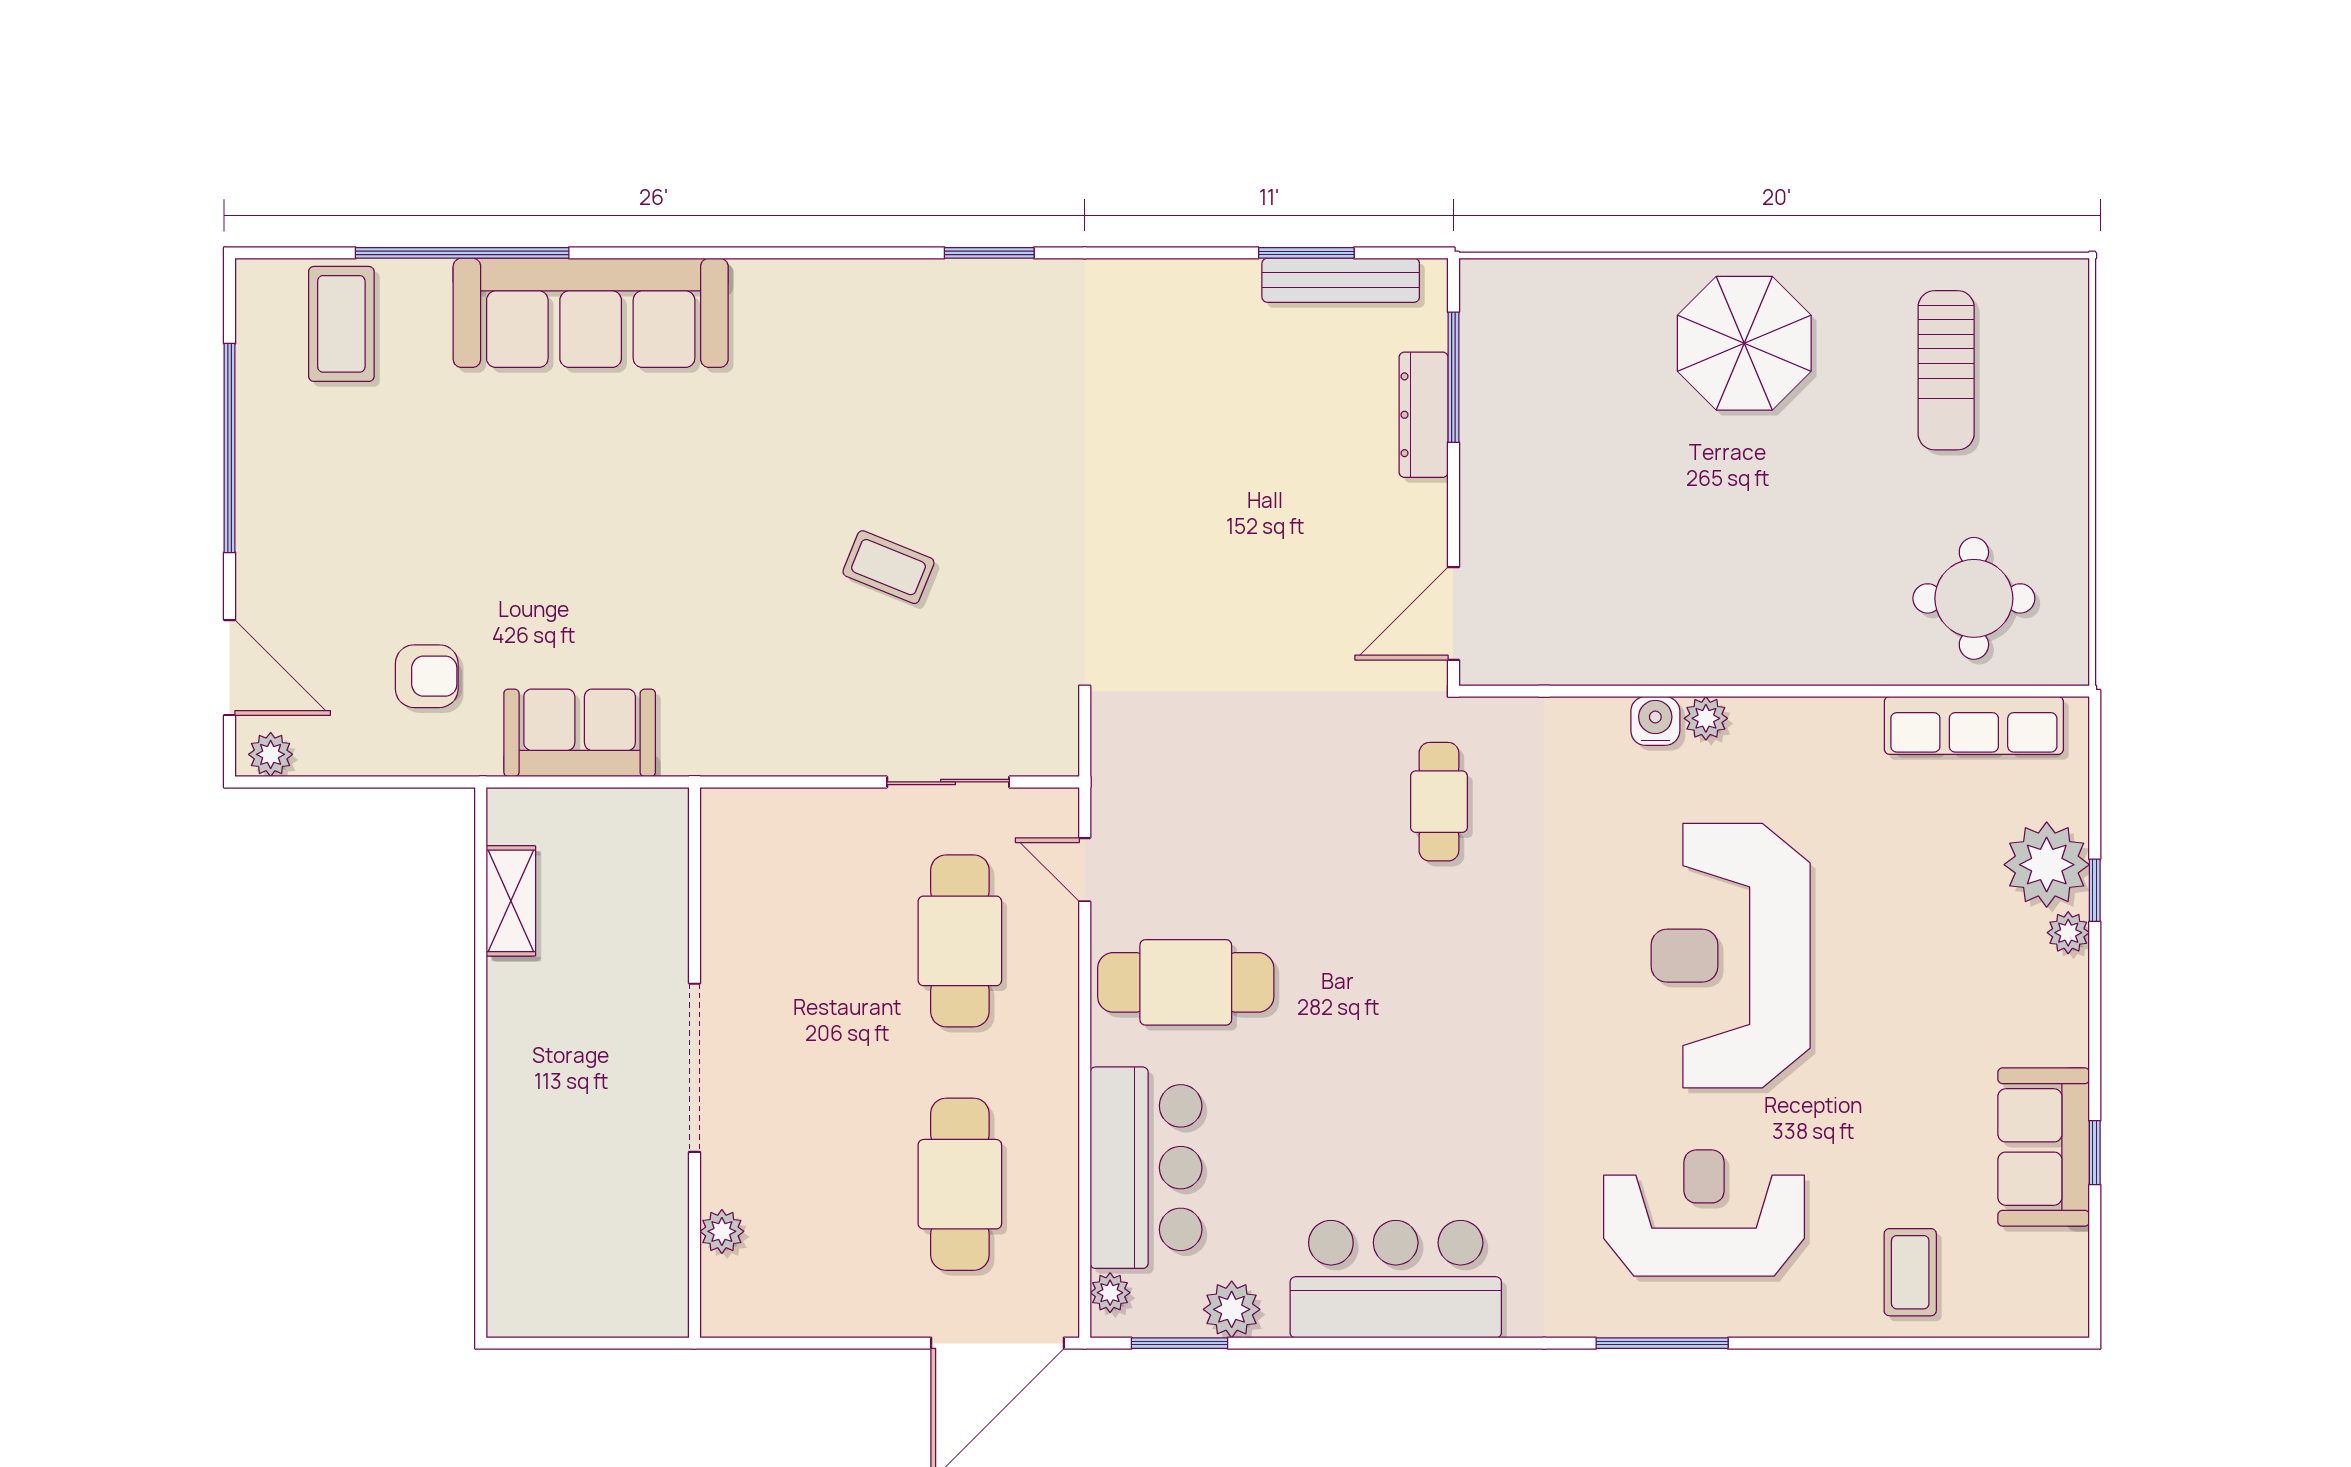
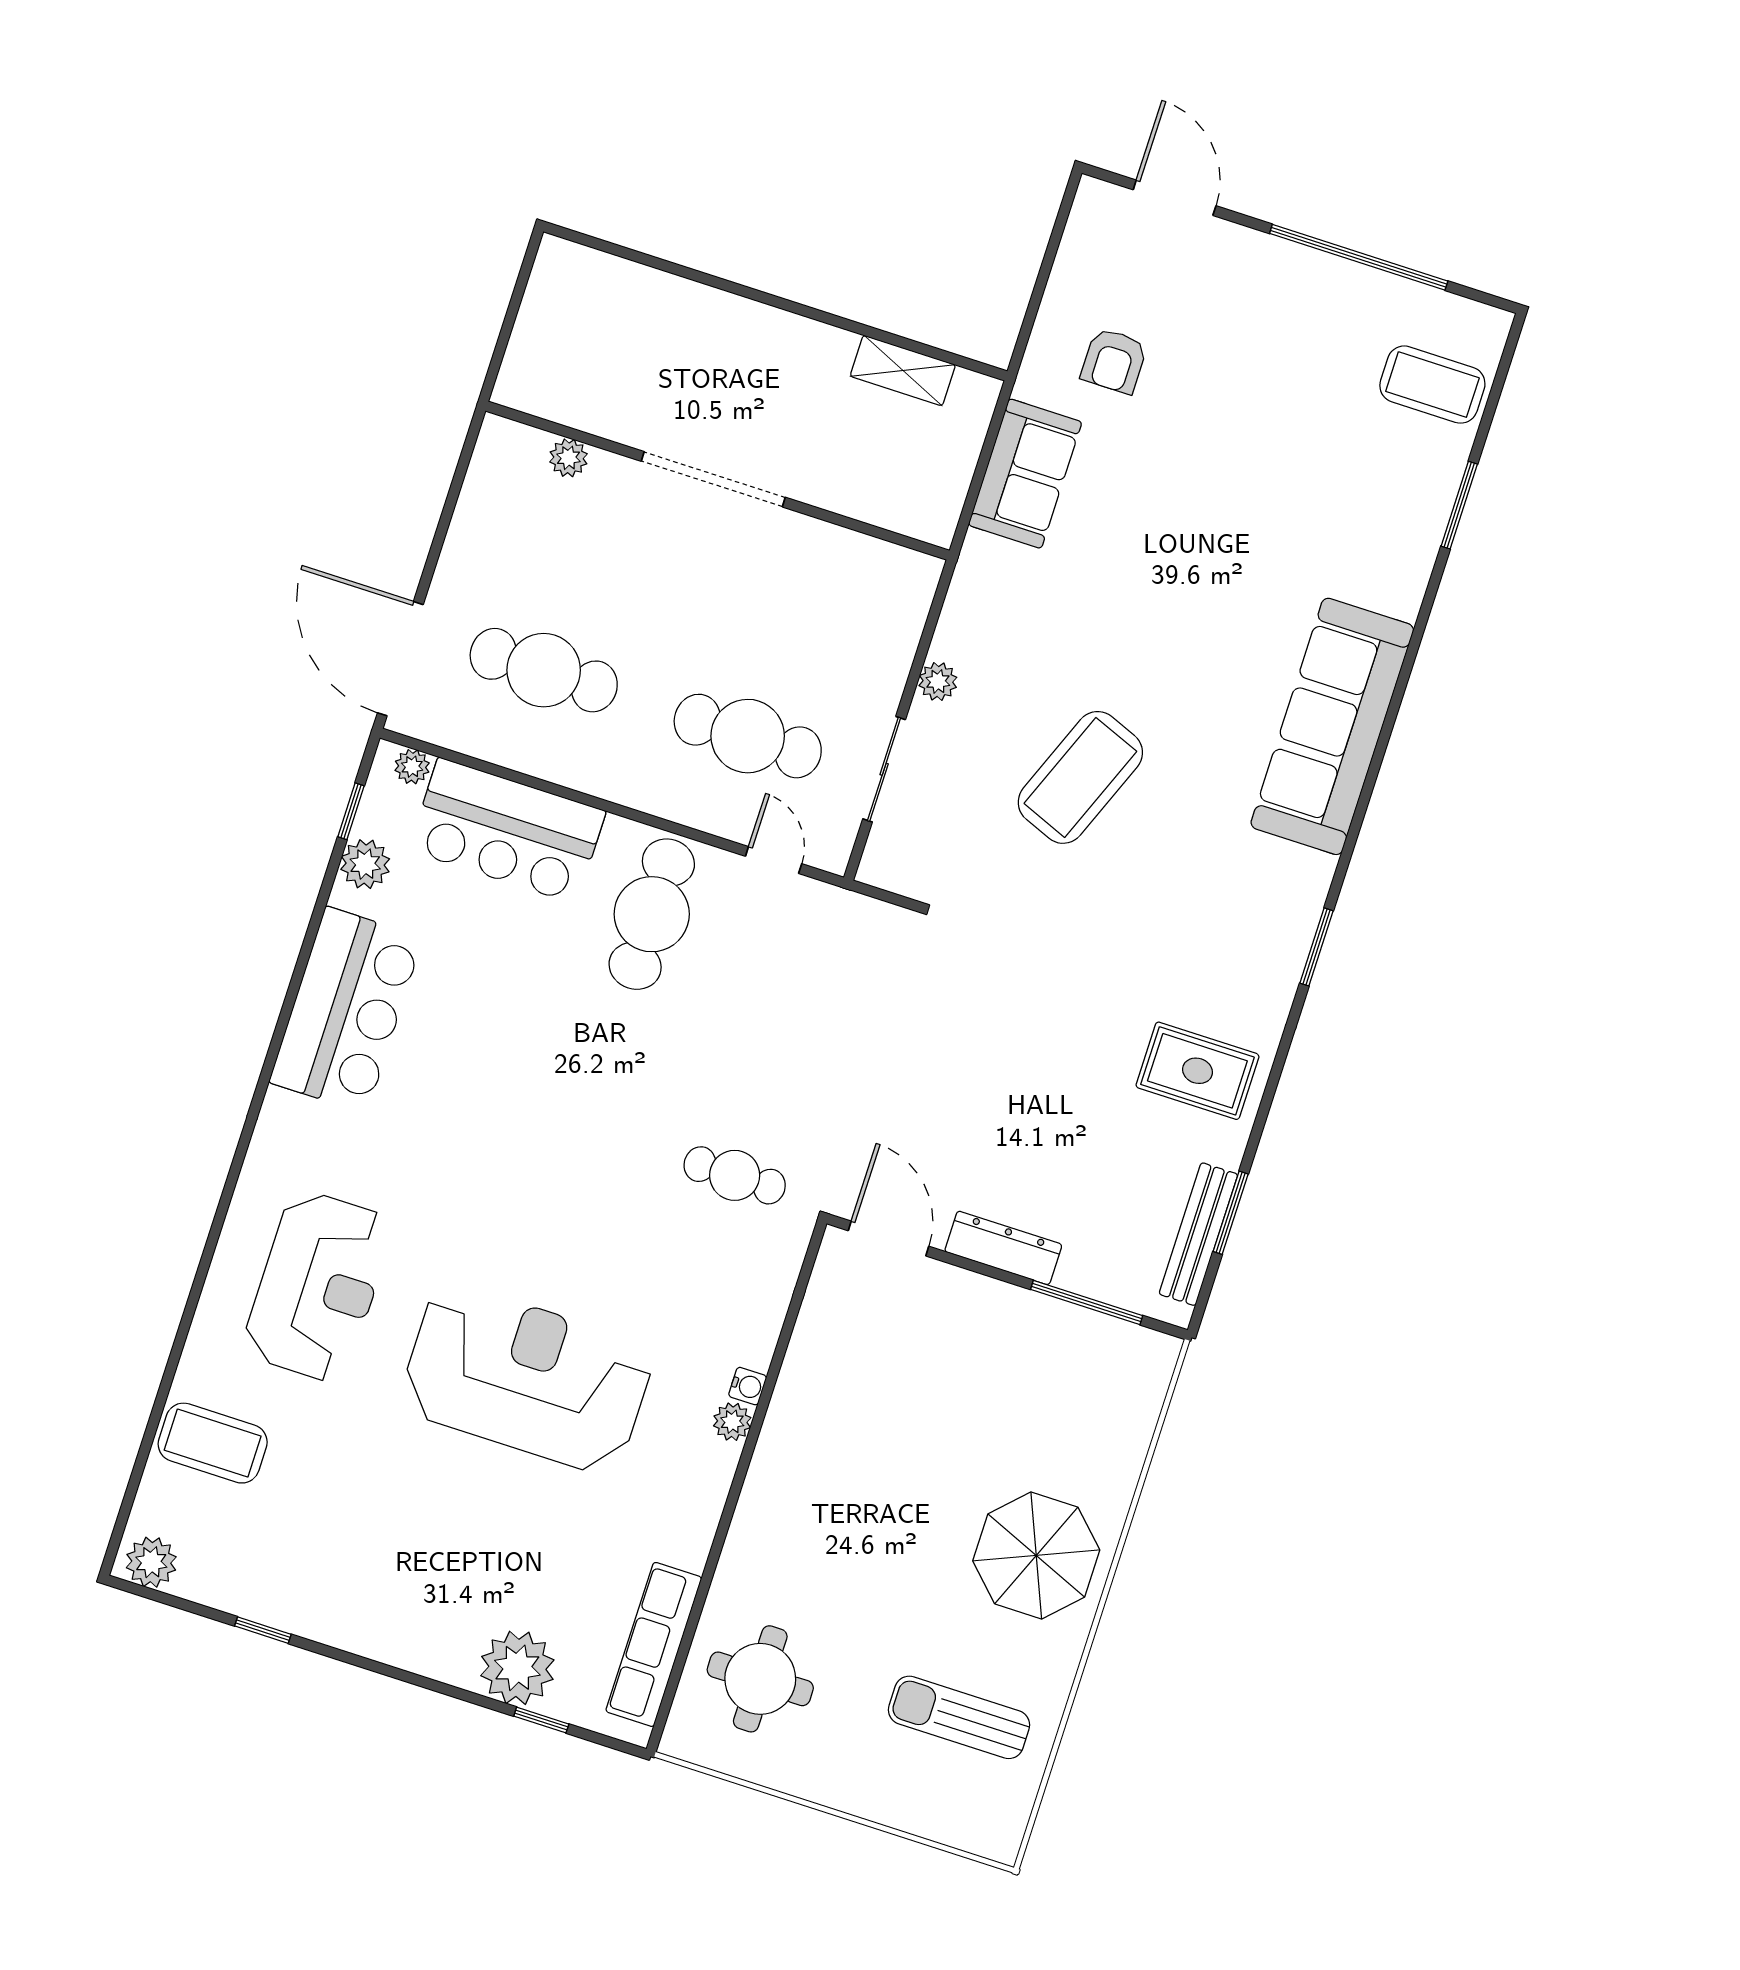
window: (462, 253) -> (1459, 505), width x0.47
sofa: (591, 313) -> (1332, 726), moved
rug: (1165, 338) -> (1197, 1071), added
dresser: (1424, 415) -> (1003, 1248), moved
coffee table: (888, 567) -> (1080, 777), width x1.86, depth x1.72
door: (230, 668) -> (1175, 198), swing flipped
water cooler: (1655, 721) -> (748, 1386), width x0.72, depth x0.72
plant: (271, 754) -> (938, 681), moved
door: (1085, 870) -> (774, 860), hinge flipped
window: (2095, 890) -> (541, 1720), moved
plant: (2068, 933) -> (151, 1562), moved, width x1.38, depth x1.38
sofa: (2044, 1147) -> (281, 1589), removed
coffee table: (1910, 1272) -> (213, 1443), width x1.36, depth x1.30
window: (1180, 1343) -> (351, 811), width x0.67
window: (1662, 1343) -> (220, 1216), removed

